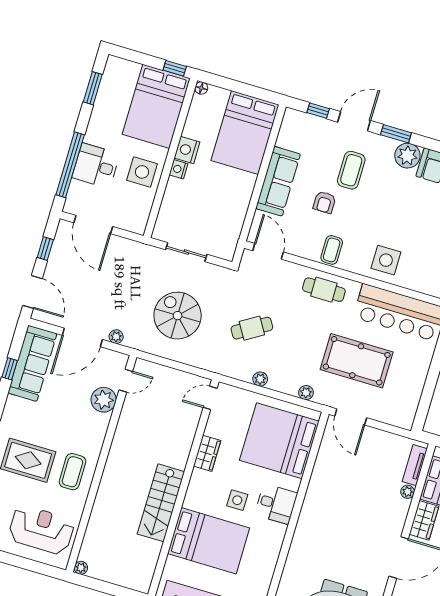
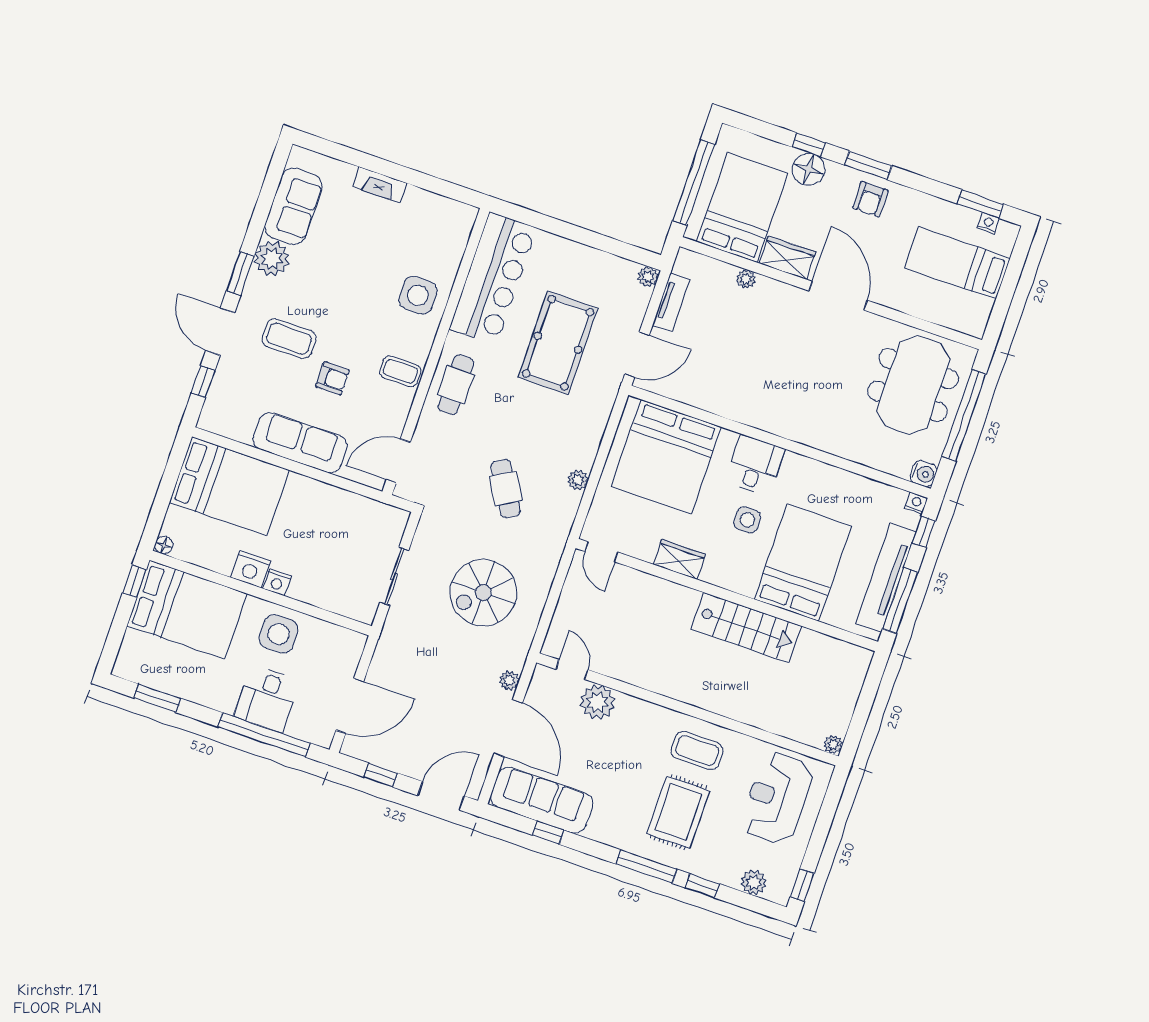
plant: (306, 393) -> (648, 277), moved
tv unit: (415, 465) -> (671, 302), moved, turned -90

